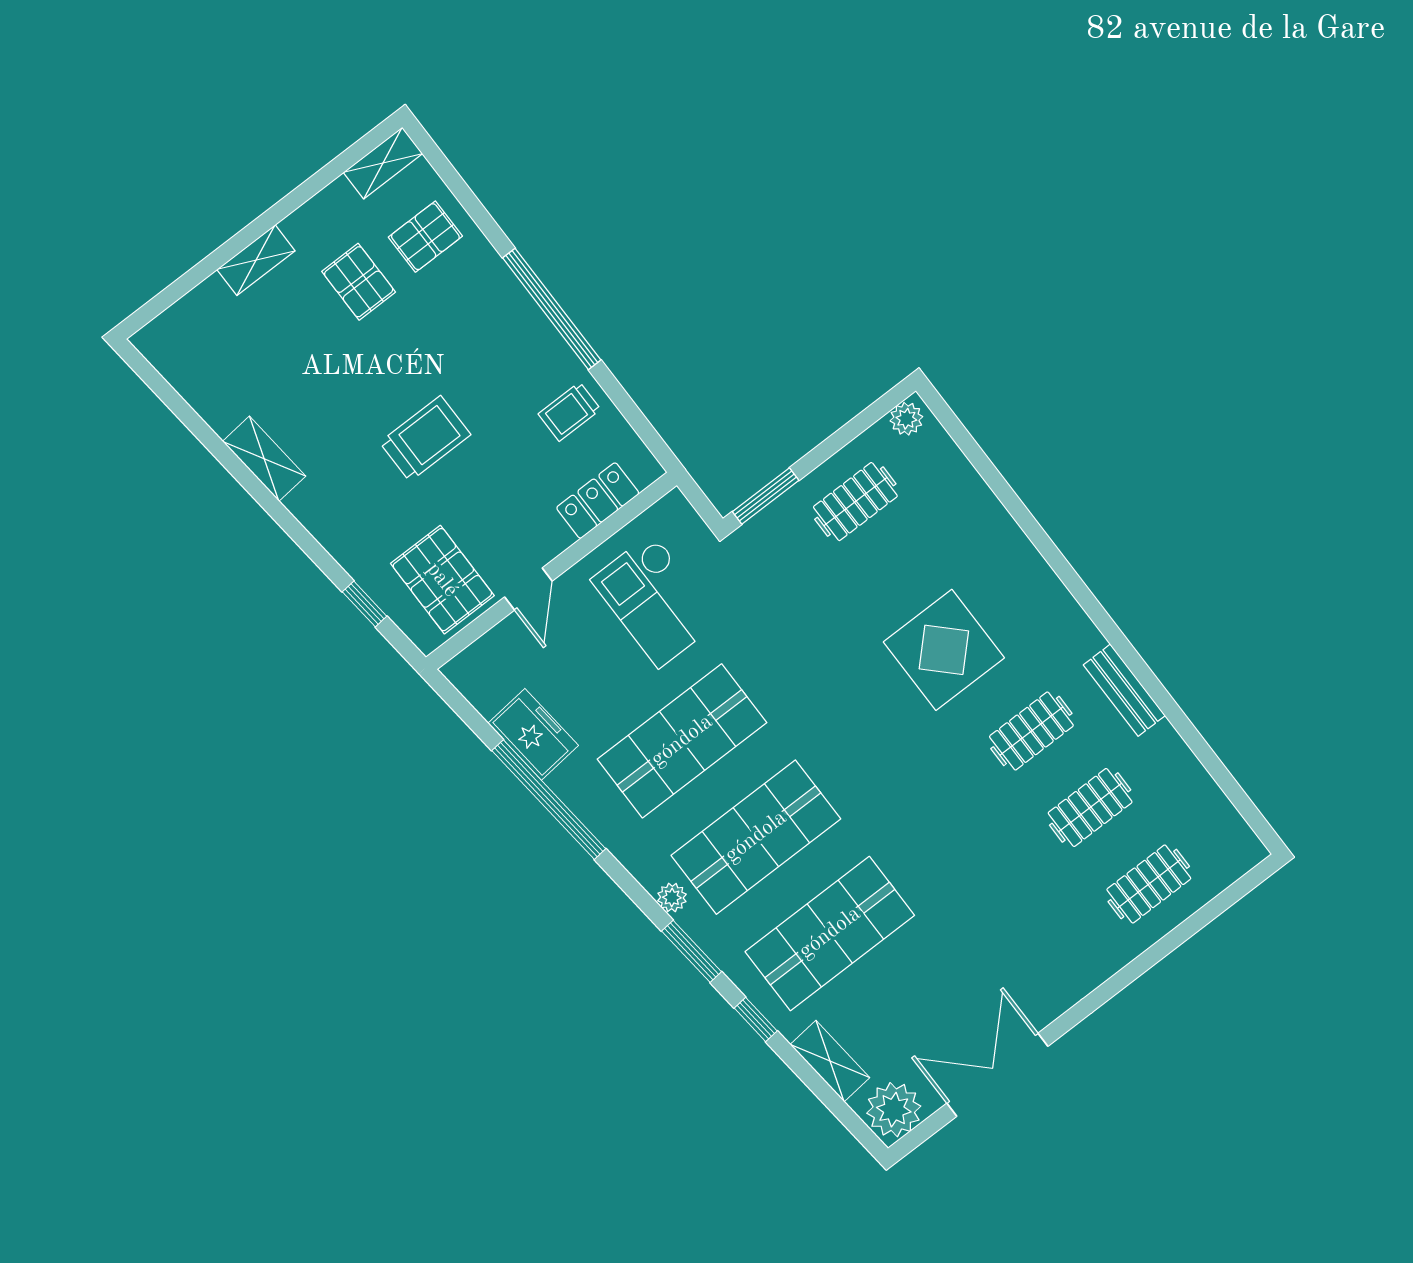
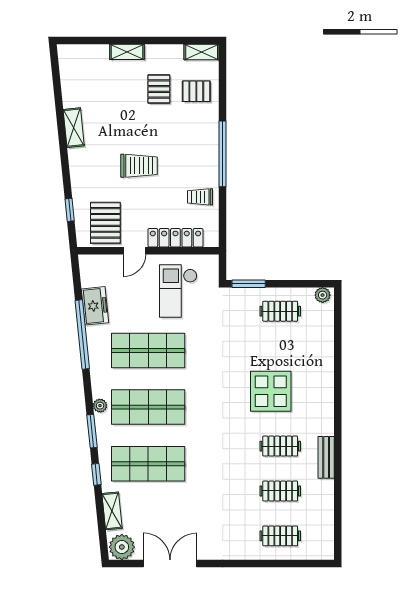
locker: (598, 501) -> (175, 238), width x1.53

